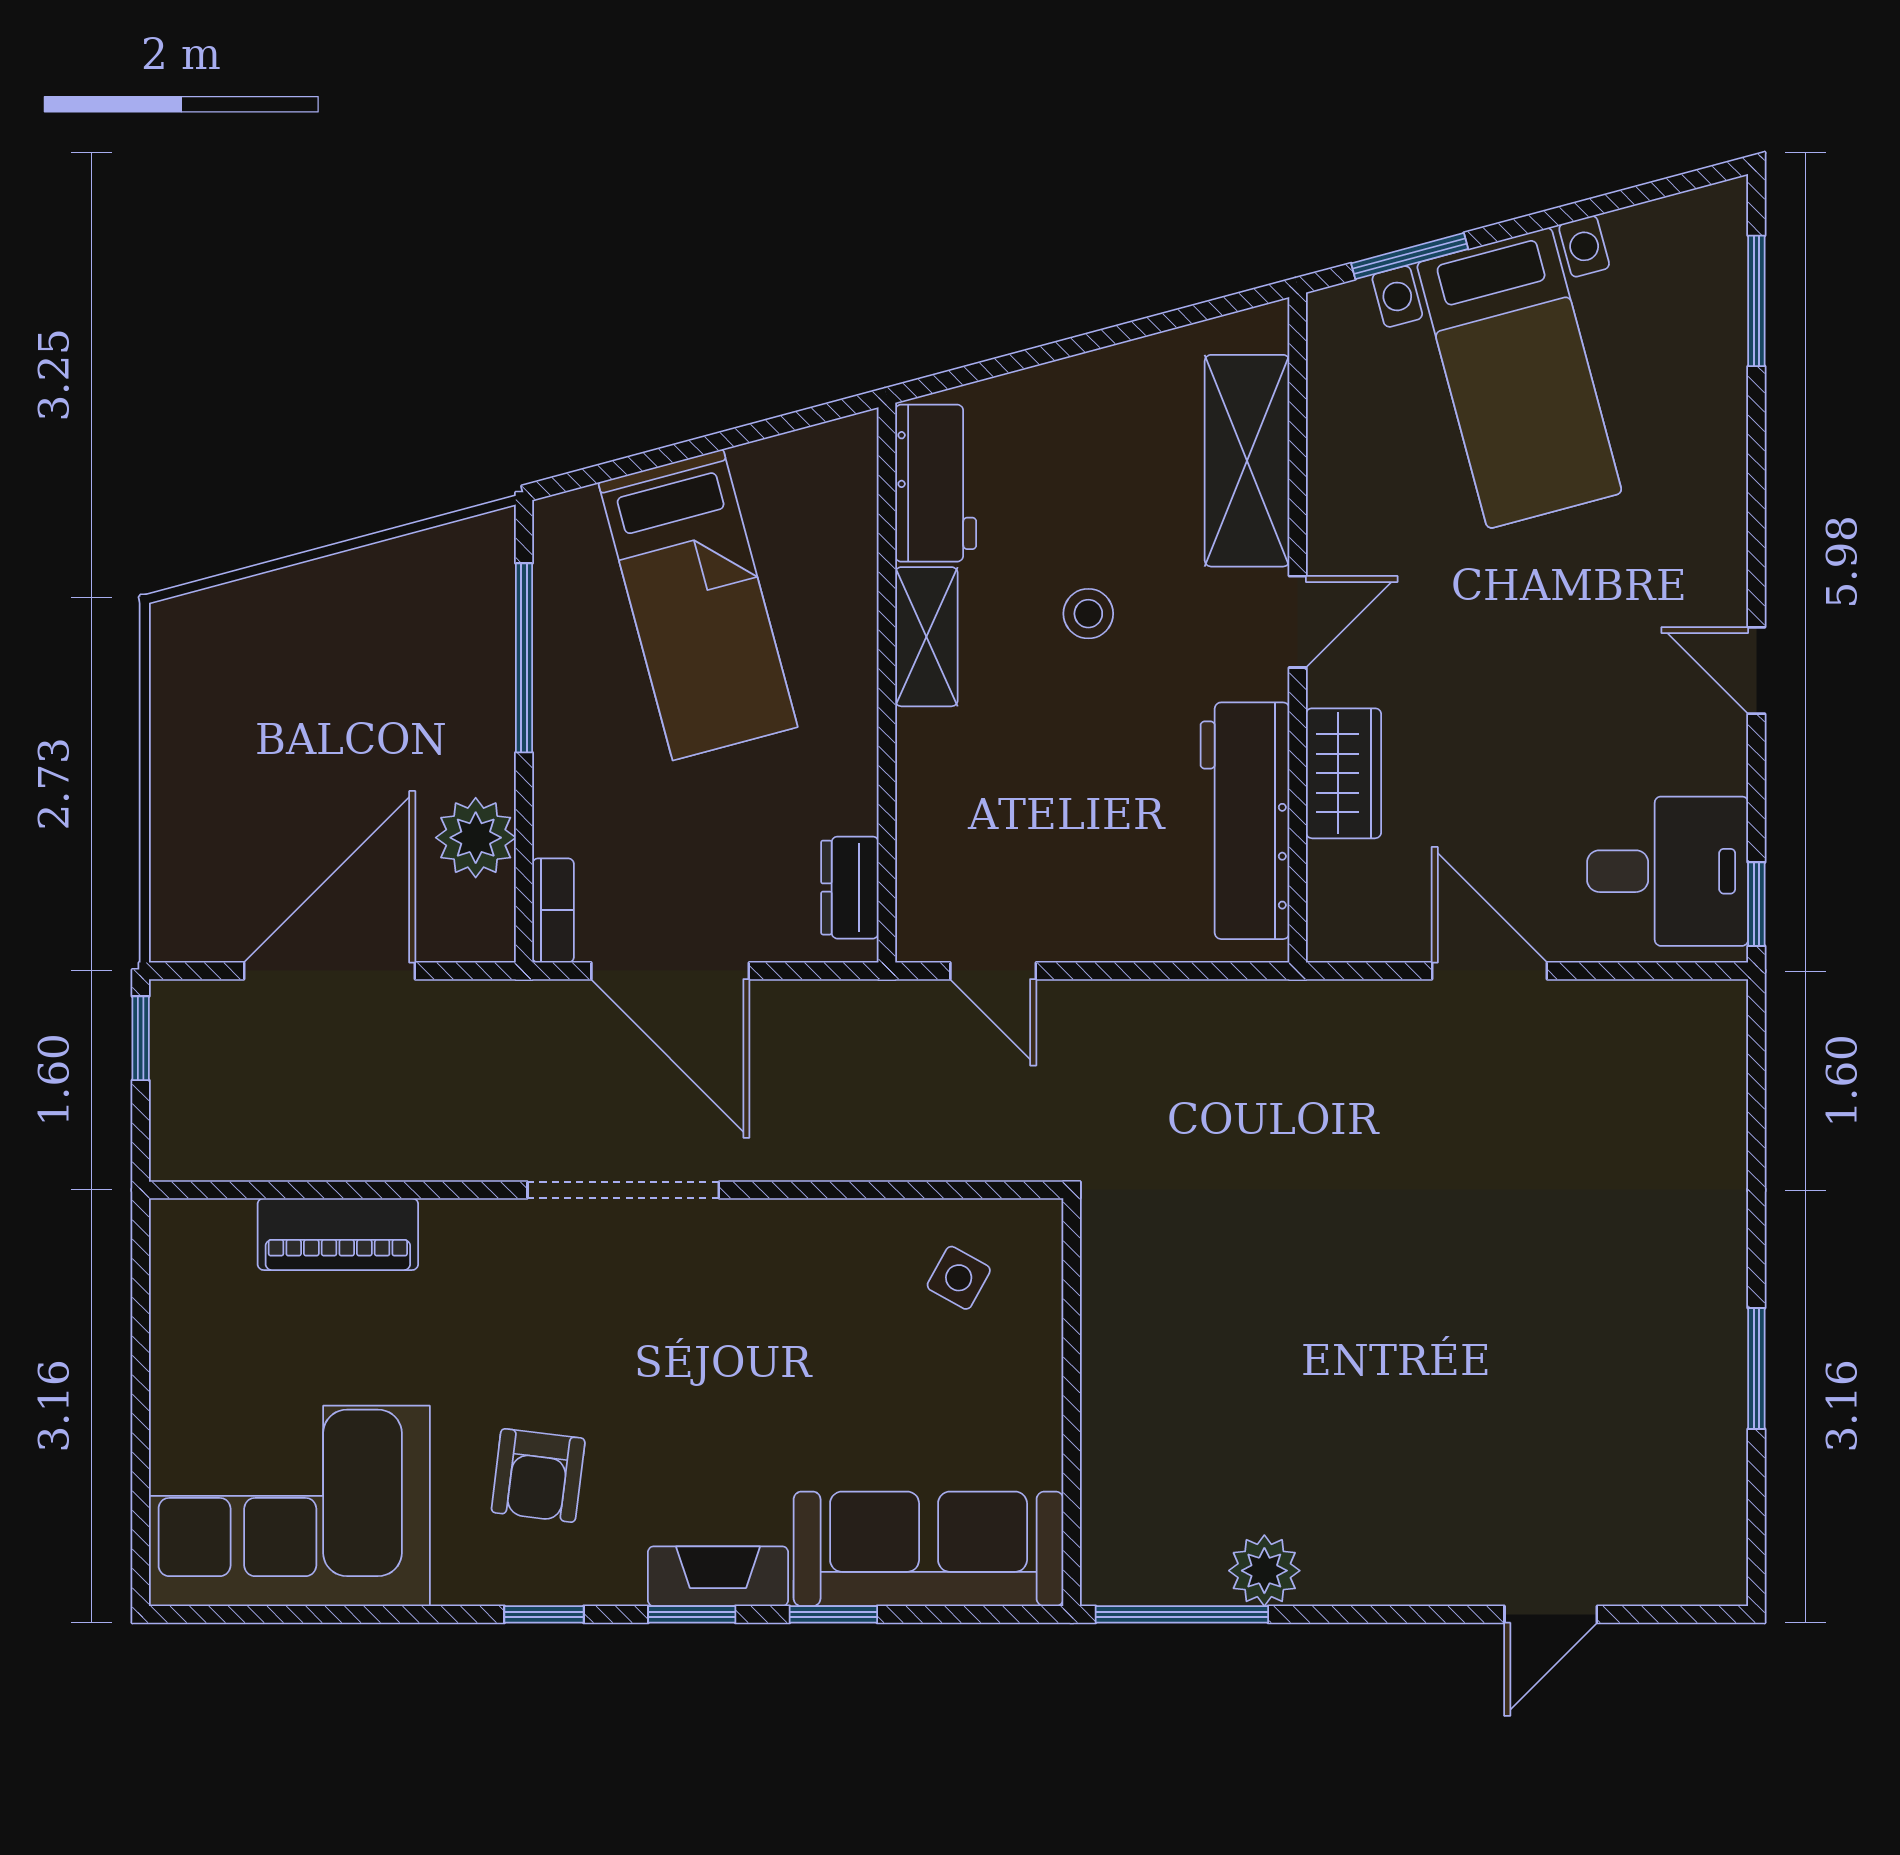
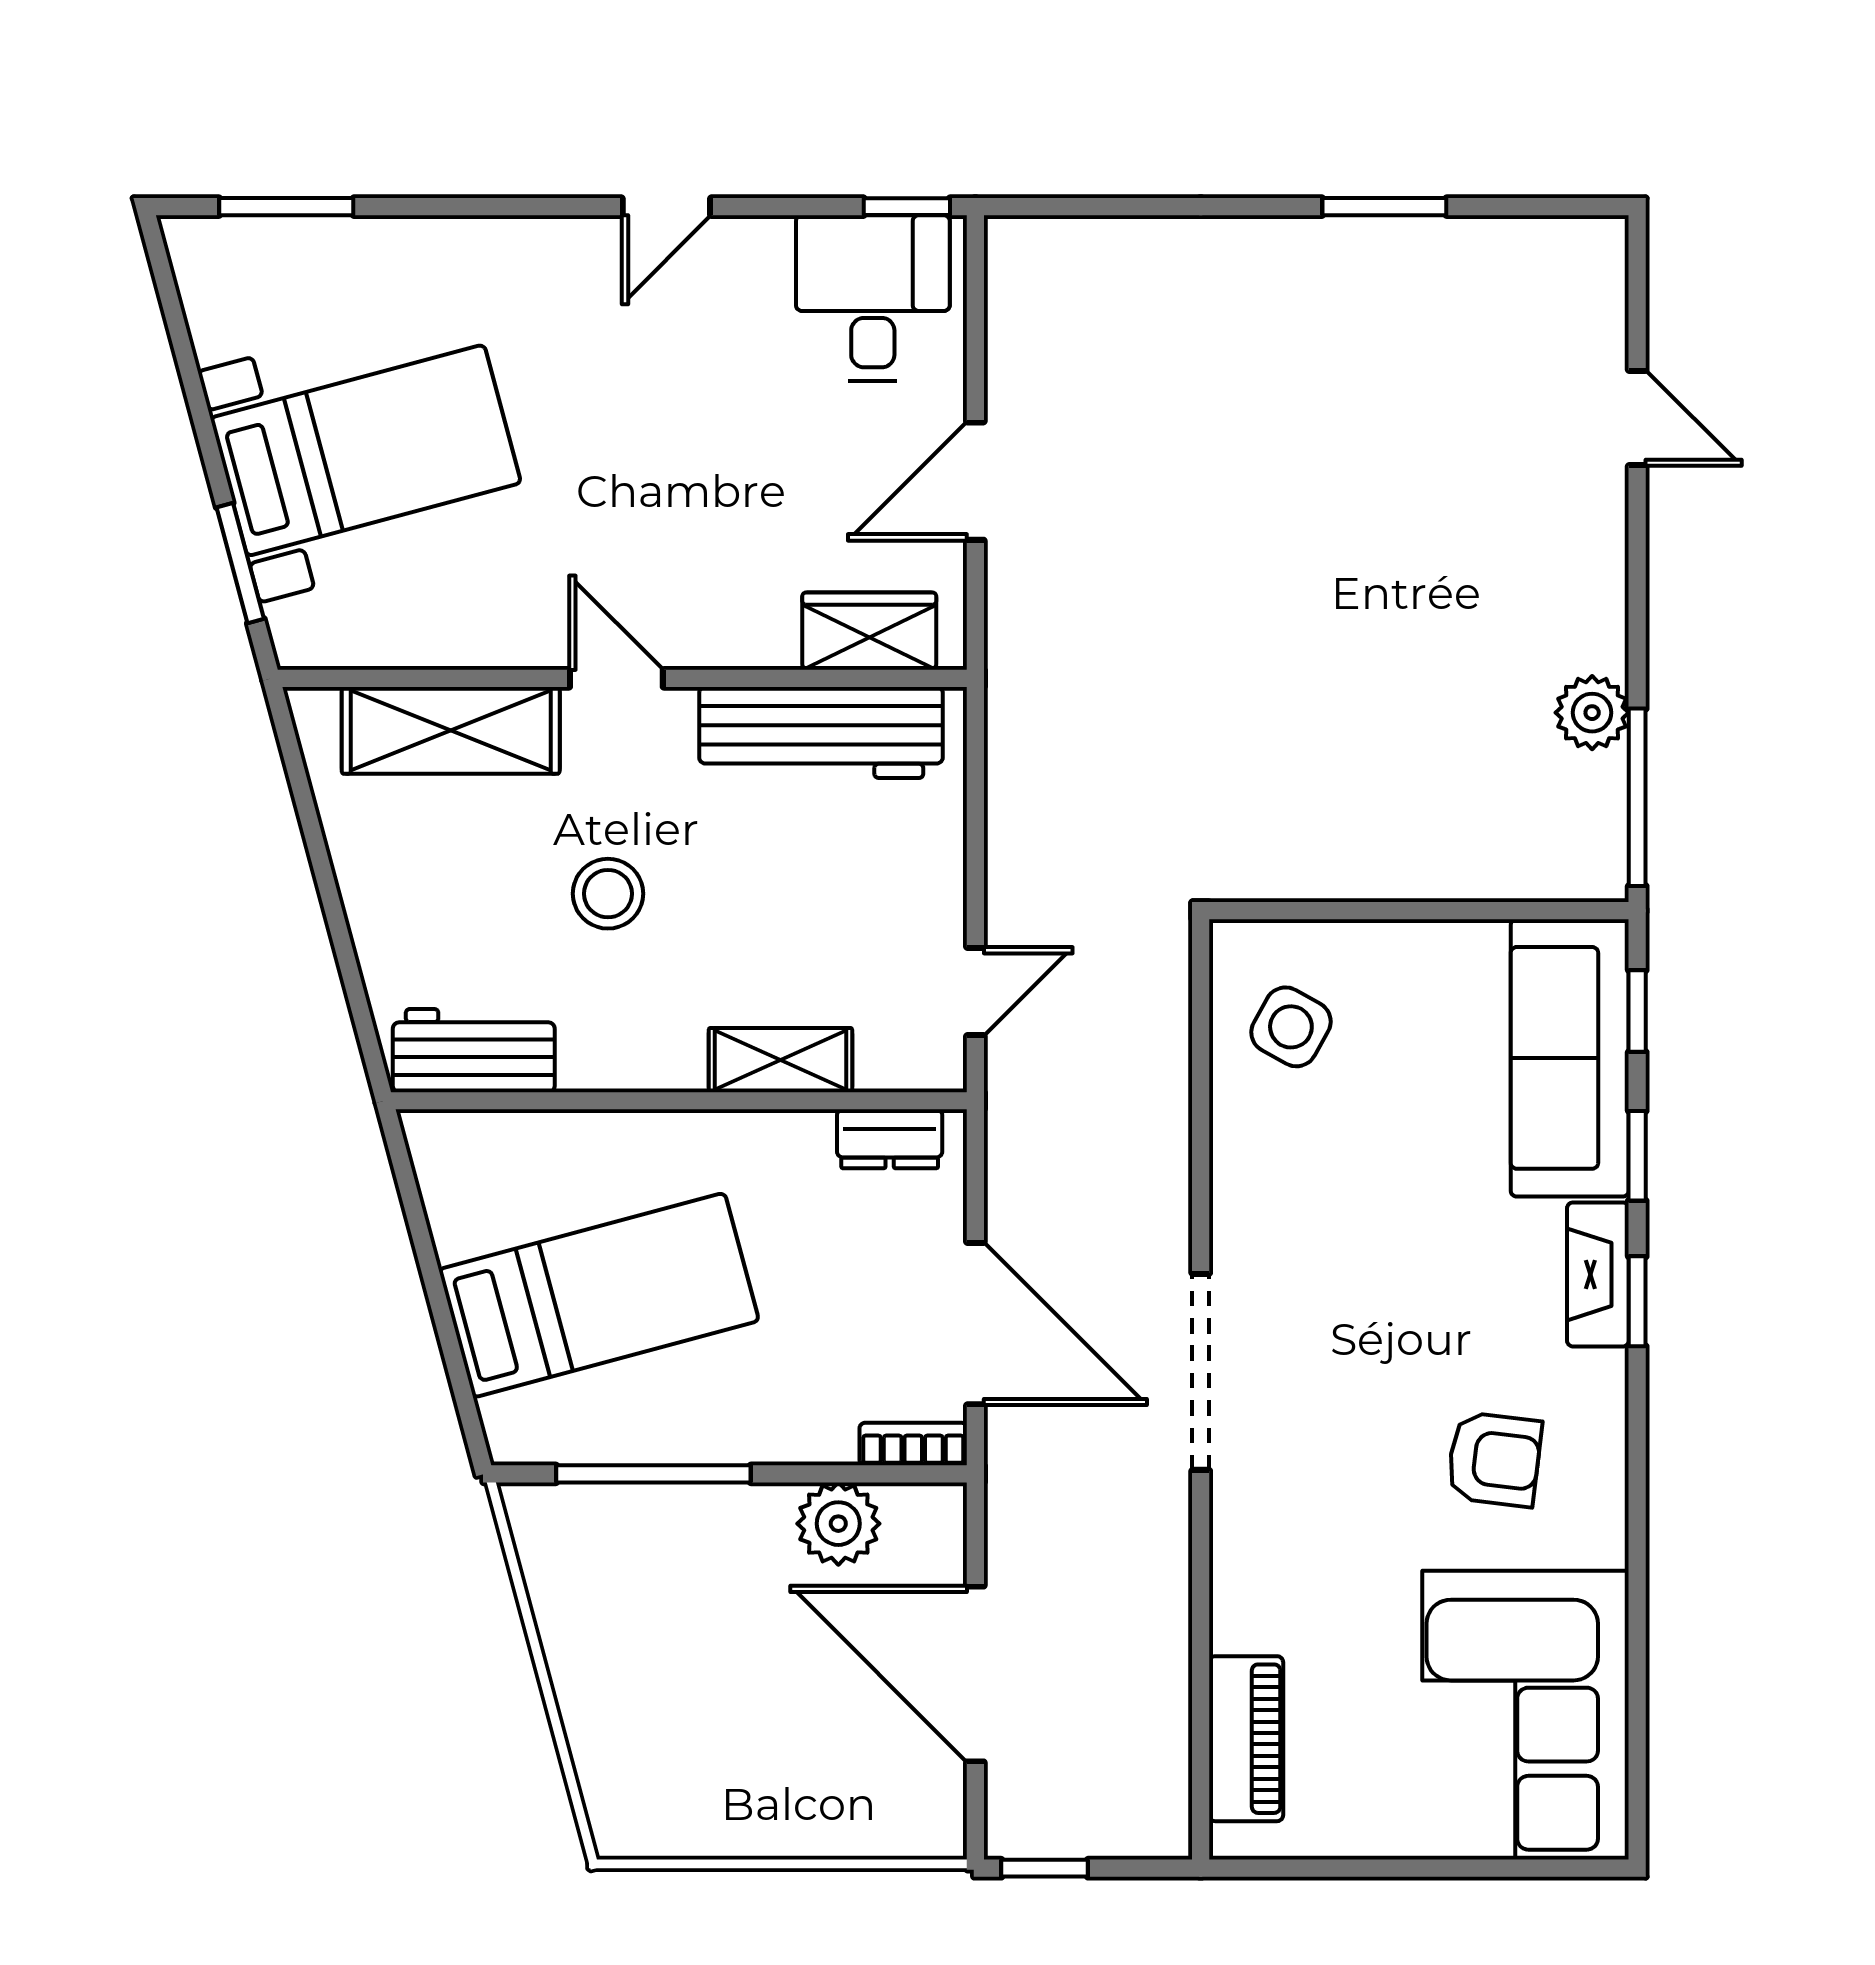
stool: (1088, 614) -> (608, 894), width x1.37, depth x1.37
shelving: (926, 637) -> (780, 1060), moved
wardrobe: (1344, 773) -> (869, 631), moved
door: (670, 971) -> (975, 1324), hinge flipped
piano: (338, 1234) -> (1246, 1739), moved
side table: (959, 1278) -> (1291, 1027), width x1.37, depth x1.37
window: (544, 1614) -> (1637, 1011), moved

